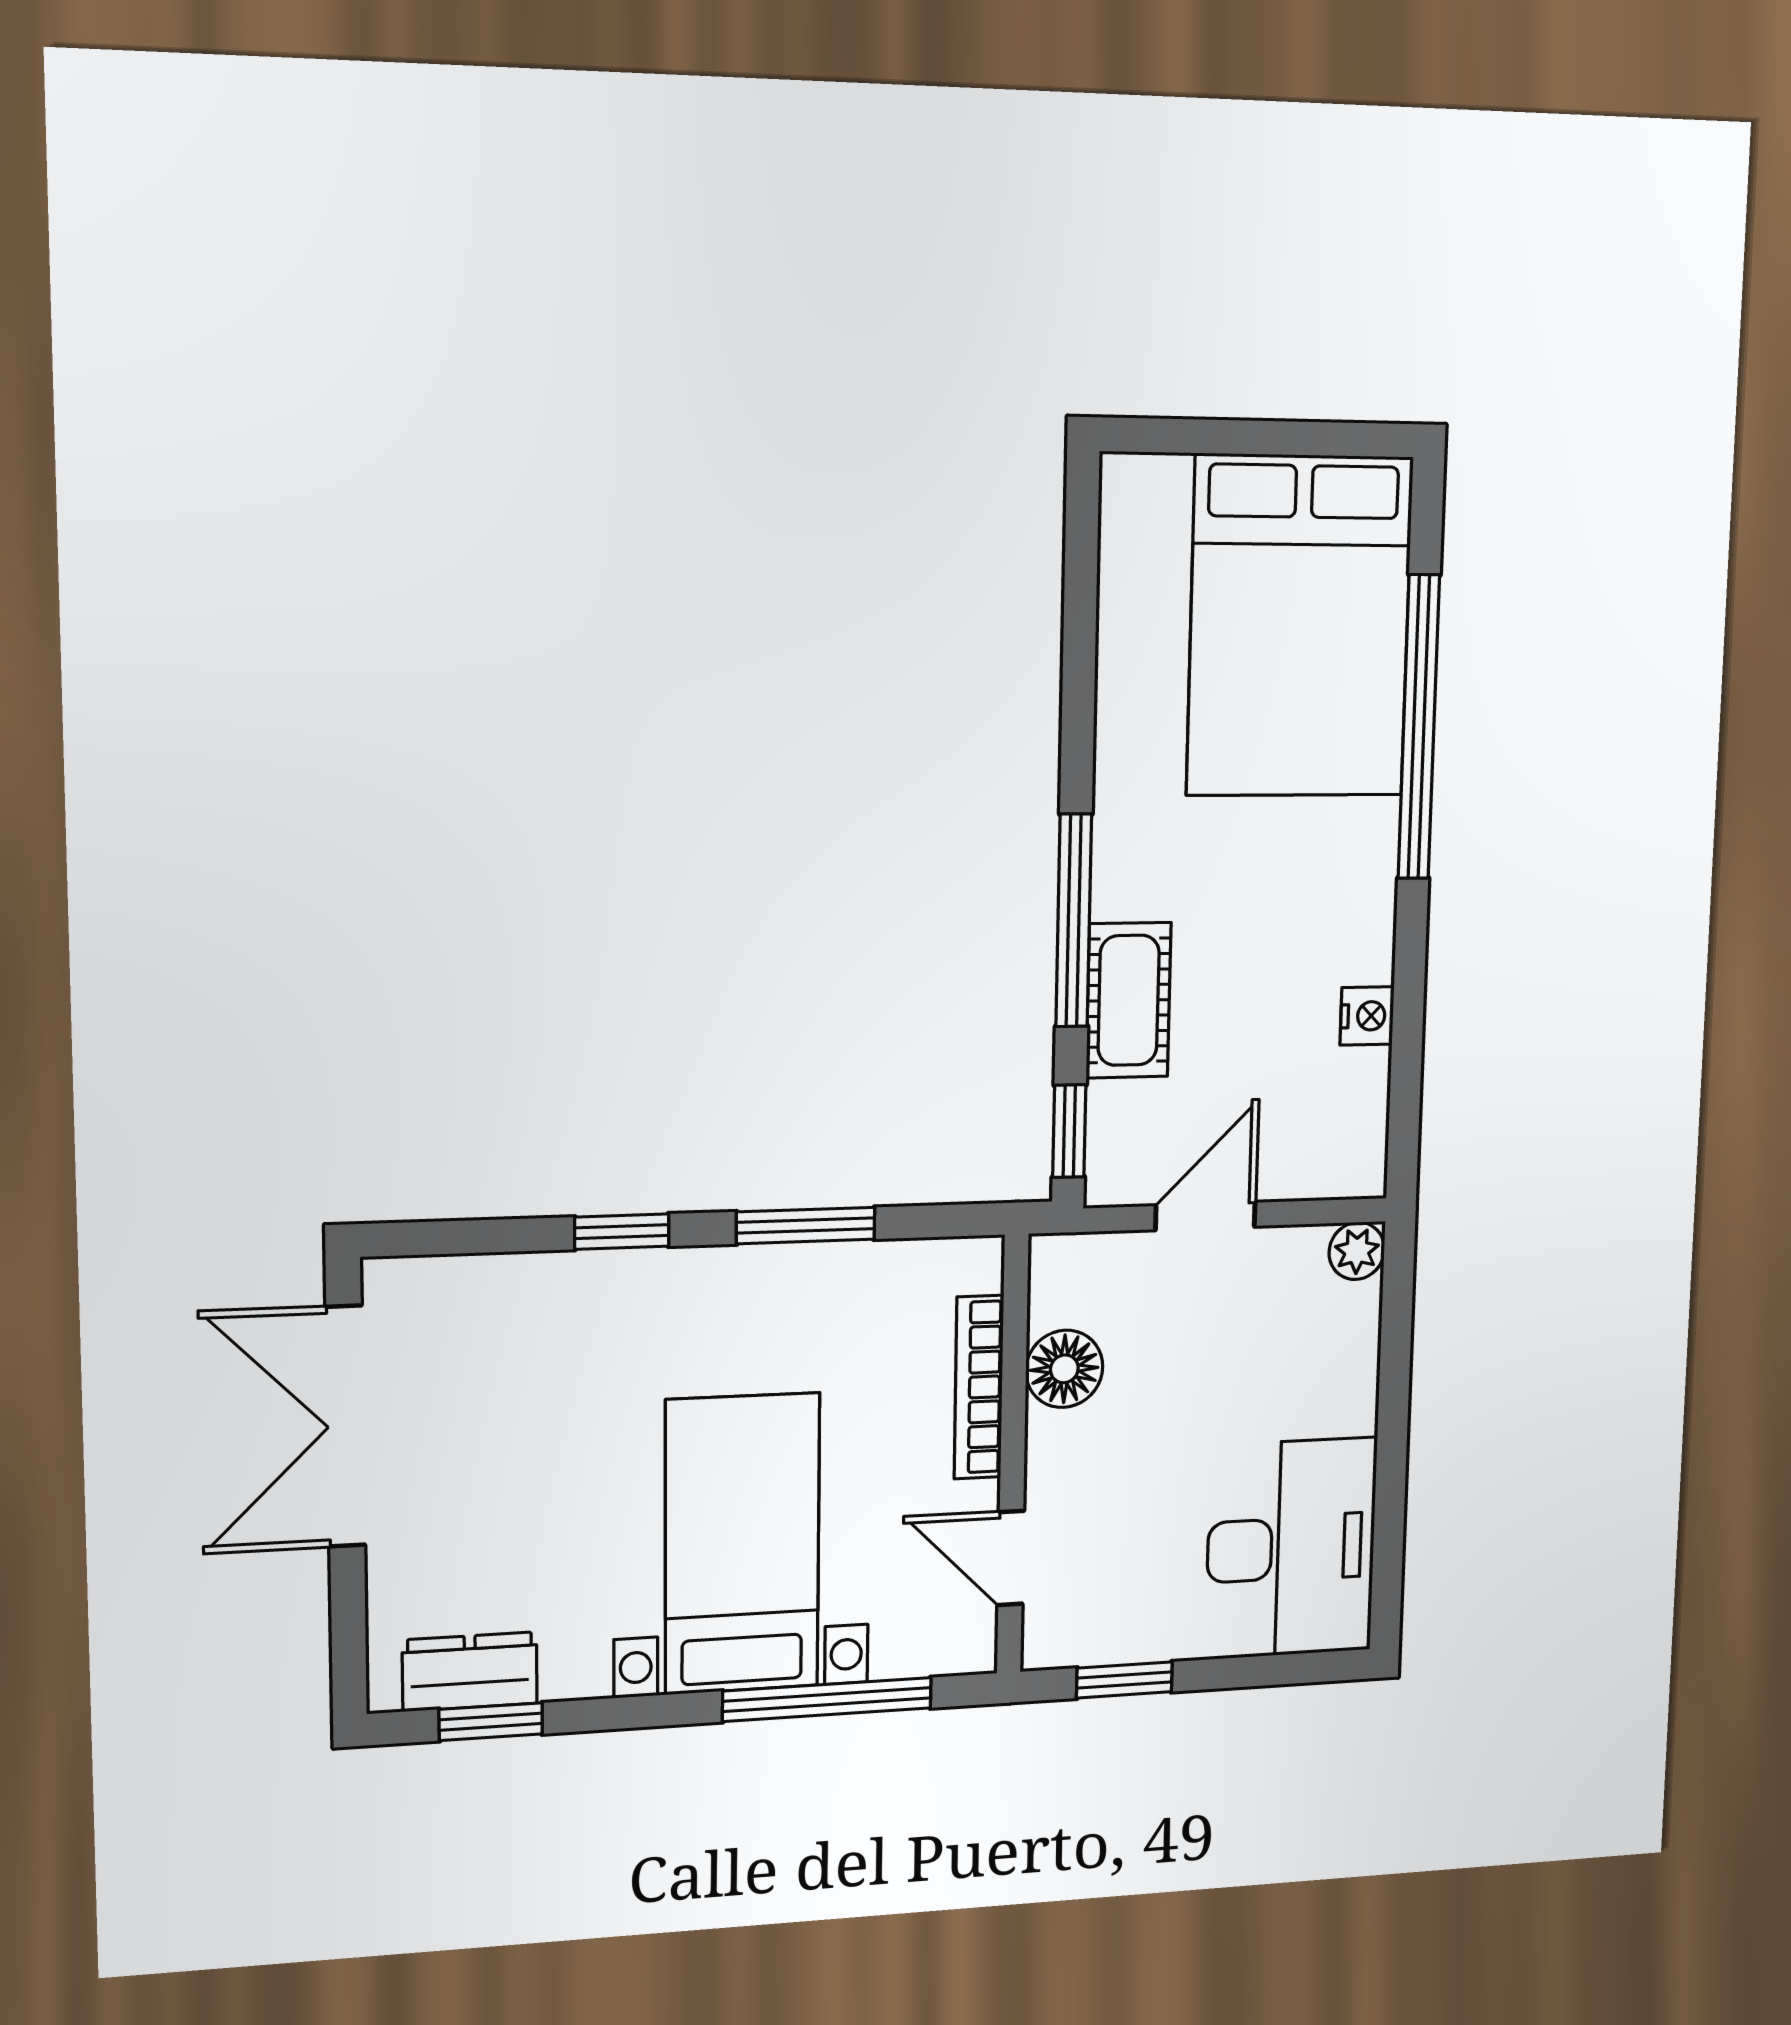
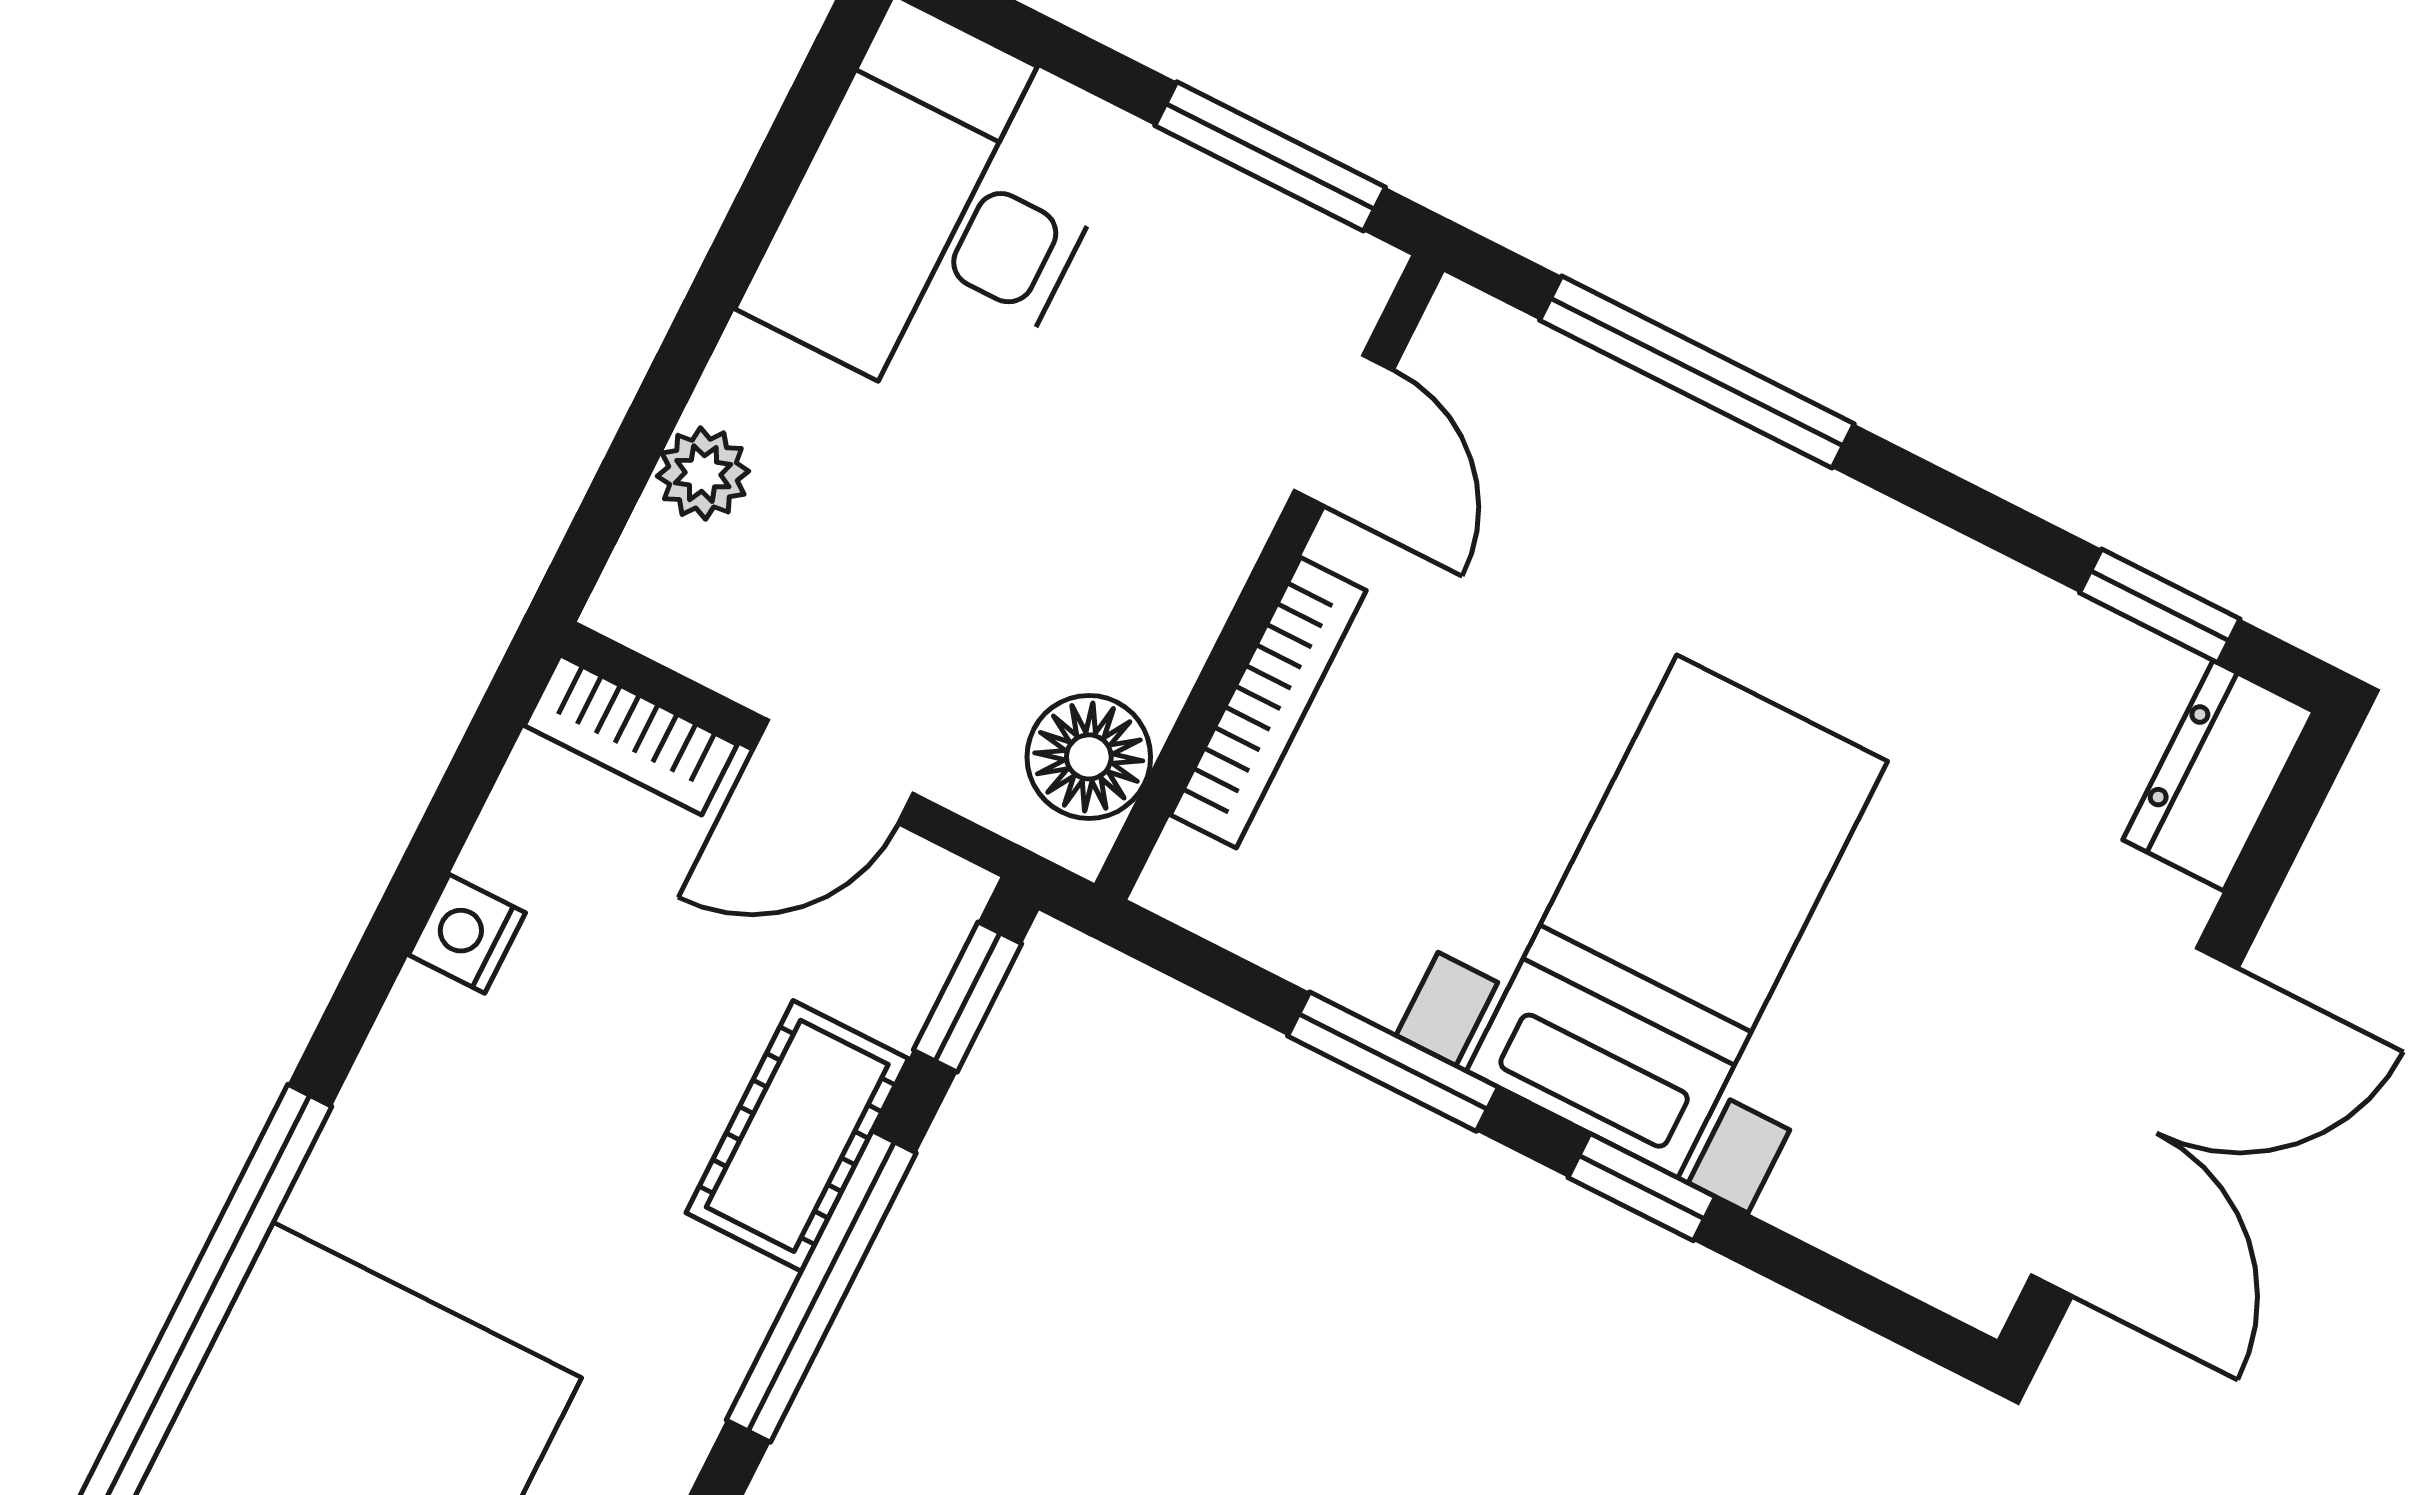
bookcase: (1327, 1175) -> (631, 735), added
plant: (1357, 1251) -> (703, 474), moved
floor lamp: (1064, 1369) -> (1089, 757), moved
bed with nightstands: (742, 1544) -> (1677, 916), moved, turned 180
dresser: (470, 1672) -> (2218, 776), moved, turned 90
window: (1124, 1680) -> (1270, 156), width x1.50

